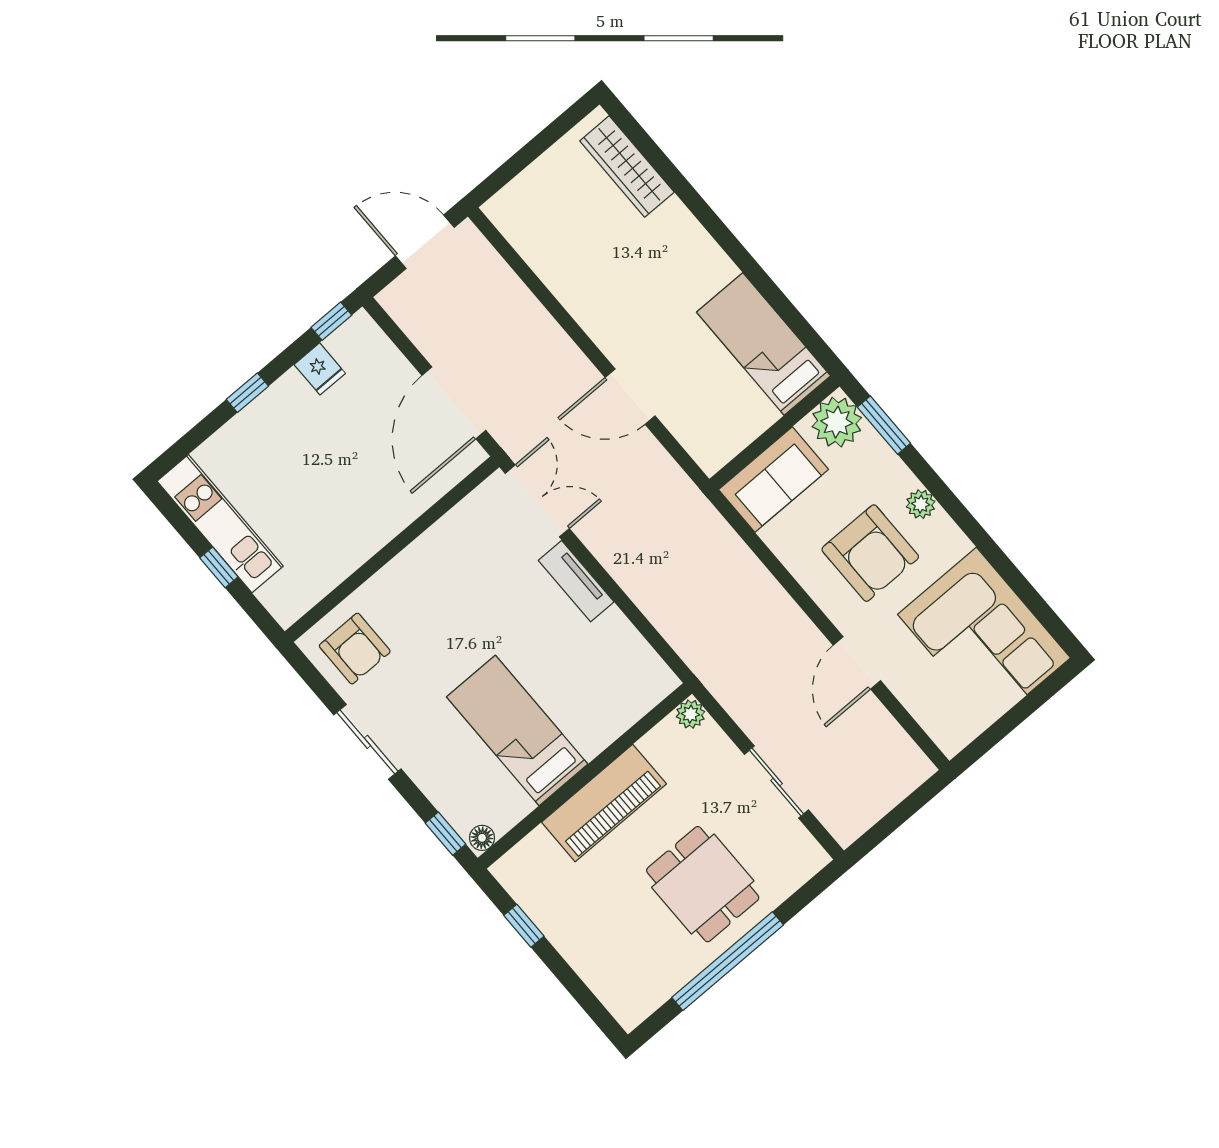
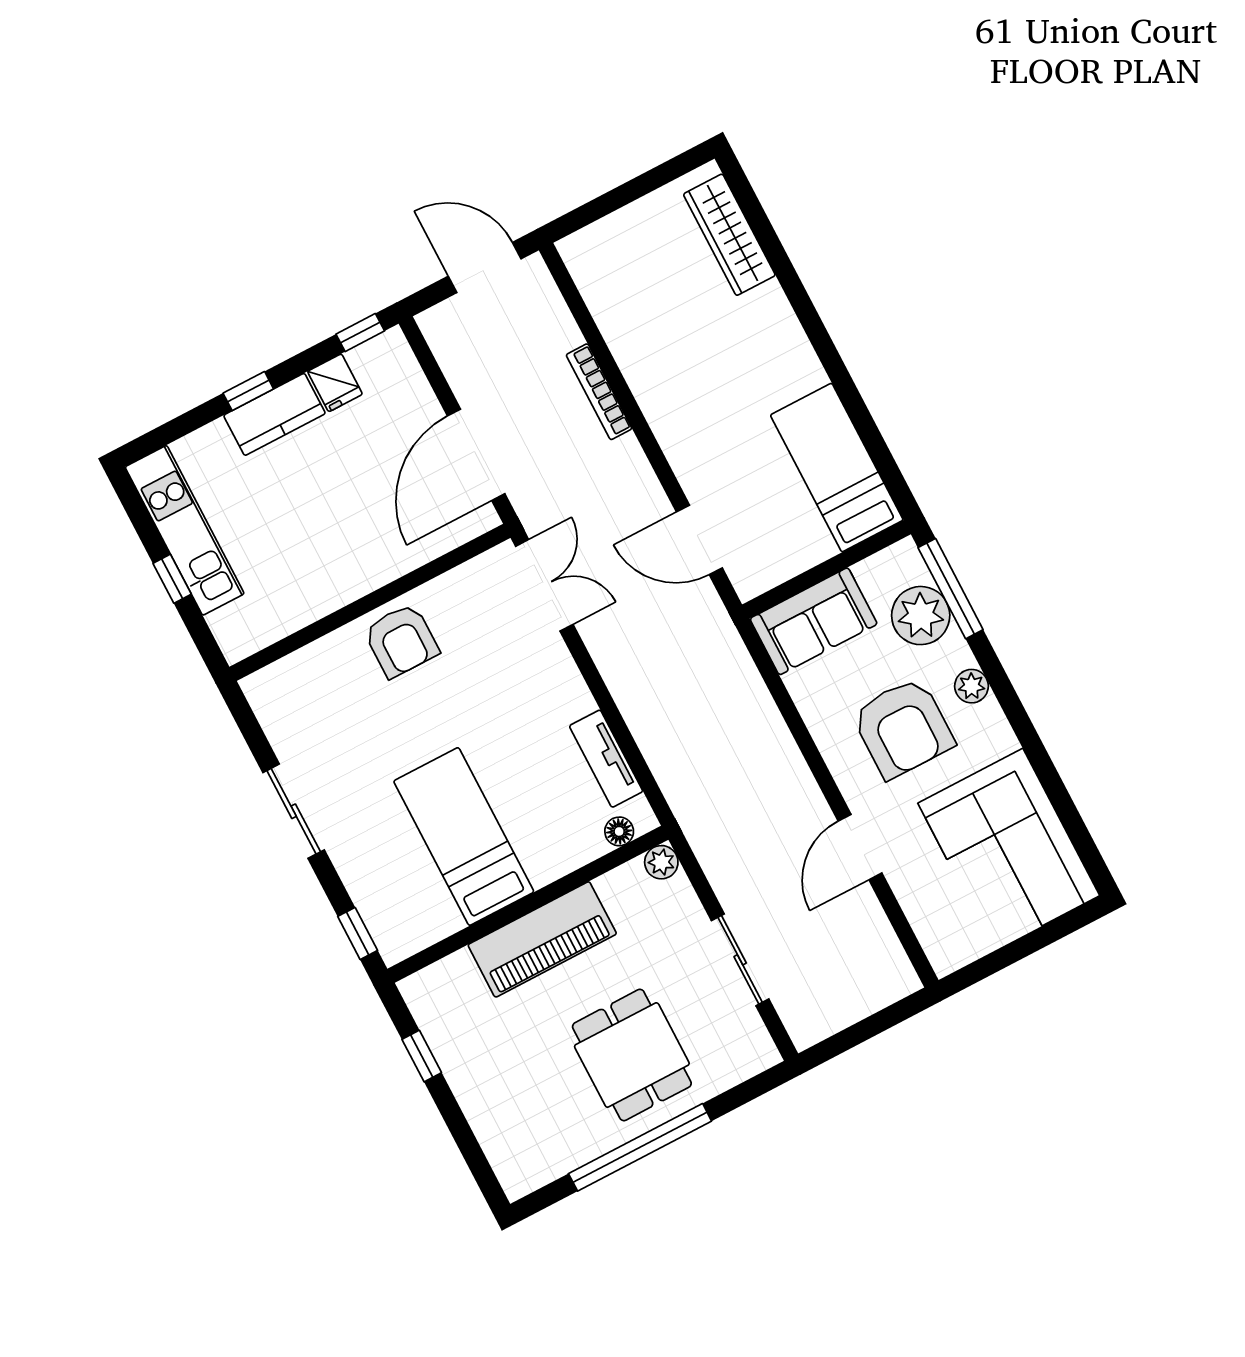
bookcase: (546, 325) -> (599, 392), added
door: (630, 397) -> (699, 540), moved
kitchen counter: (274, 408) -> (275, 414), added
plant: (837, 422) -> (921, 616), moved
window: (884, 425) -> (951, 589), width x1.44
tv unit: (576, 581) -> (606, 759), moved
armchair: (355, 649) -> (401, 641), moved
floor lamp: (482, 838) -> (619, 831), moved

